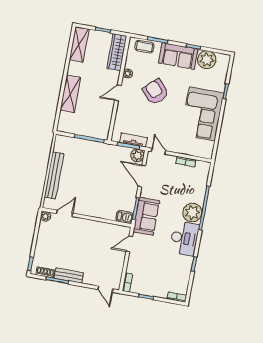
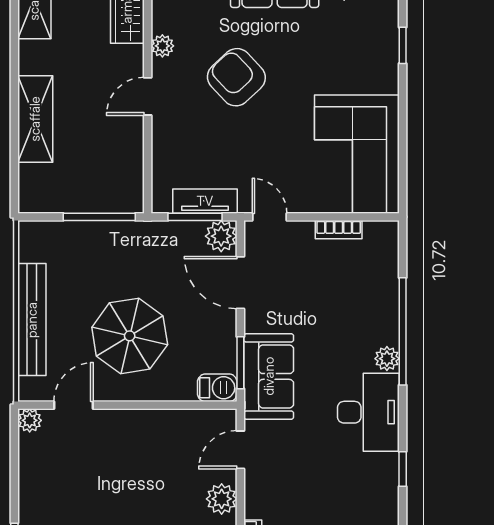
corner sofa: (202, 114) -> (357, 154), moved
parasol: (93, 189) -> (130, 336), added
plant: (192, 213) -> (387, 359), width x0.53, depth x0.53
plant: (118, 263) -> (222, 499), added

